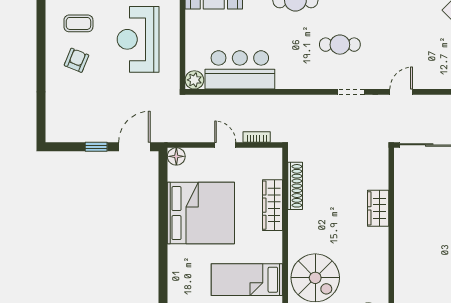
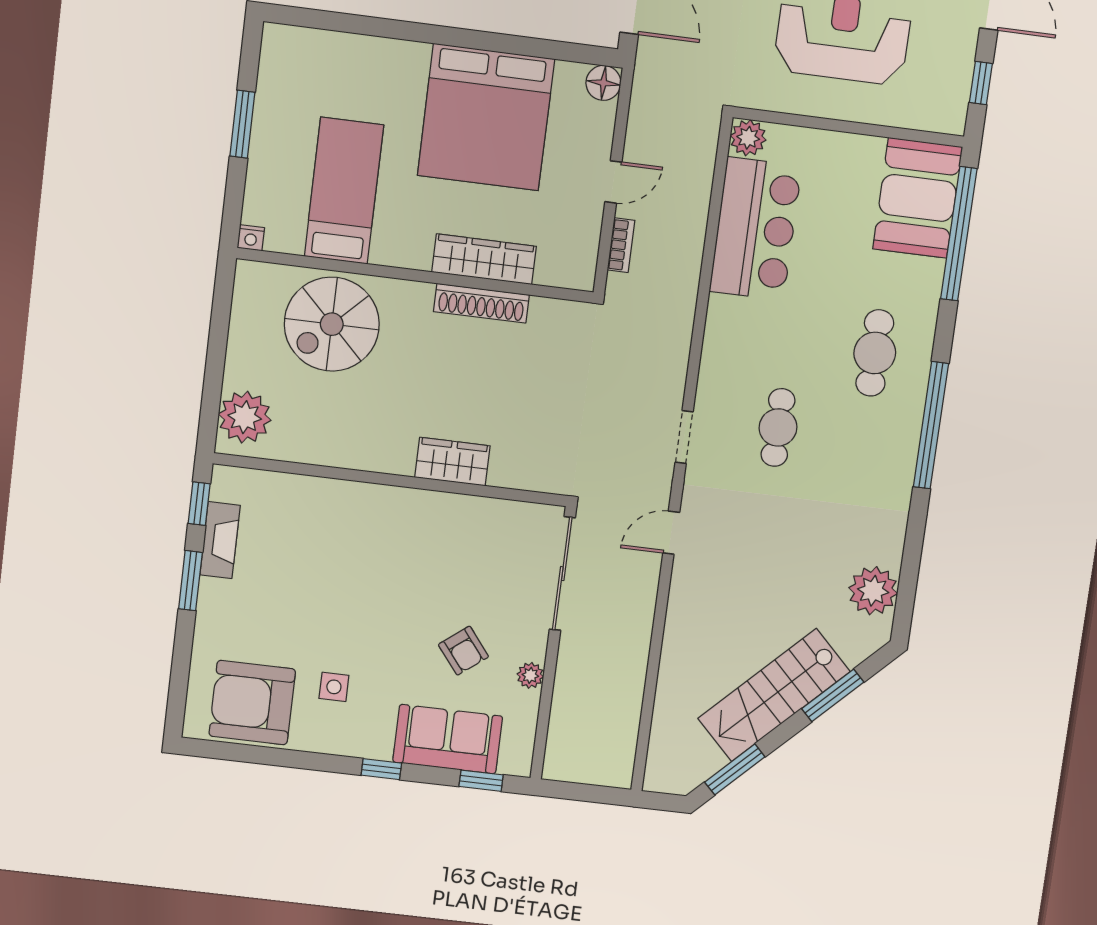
door: (401, 92) -> (671, 533), swing flipped
shoe rack: (295, 186) -> (481, 303), moved

